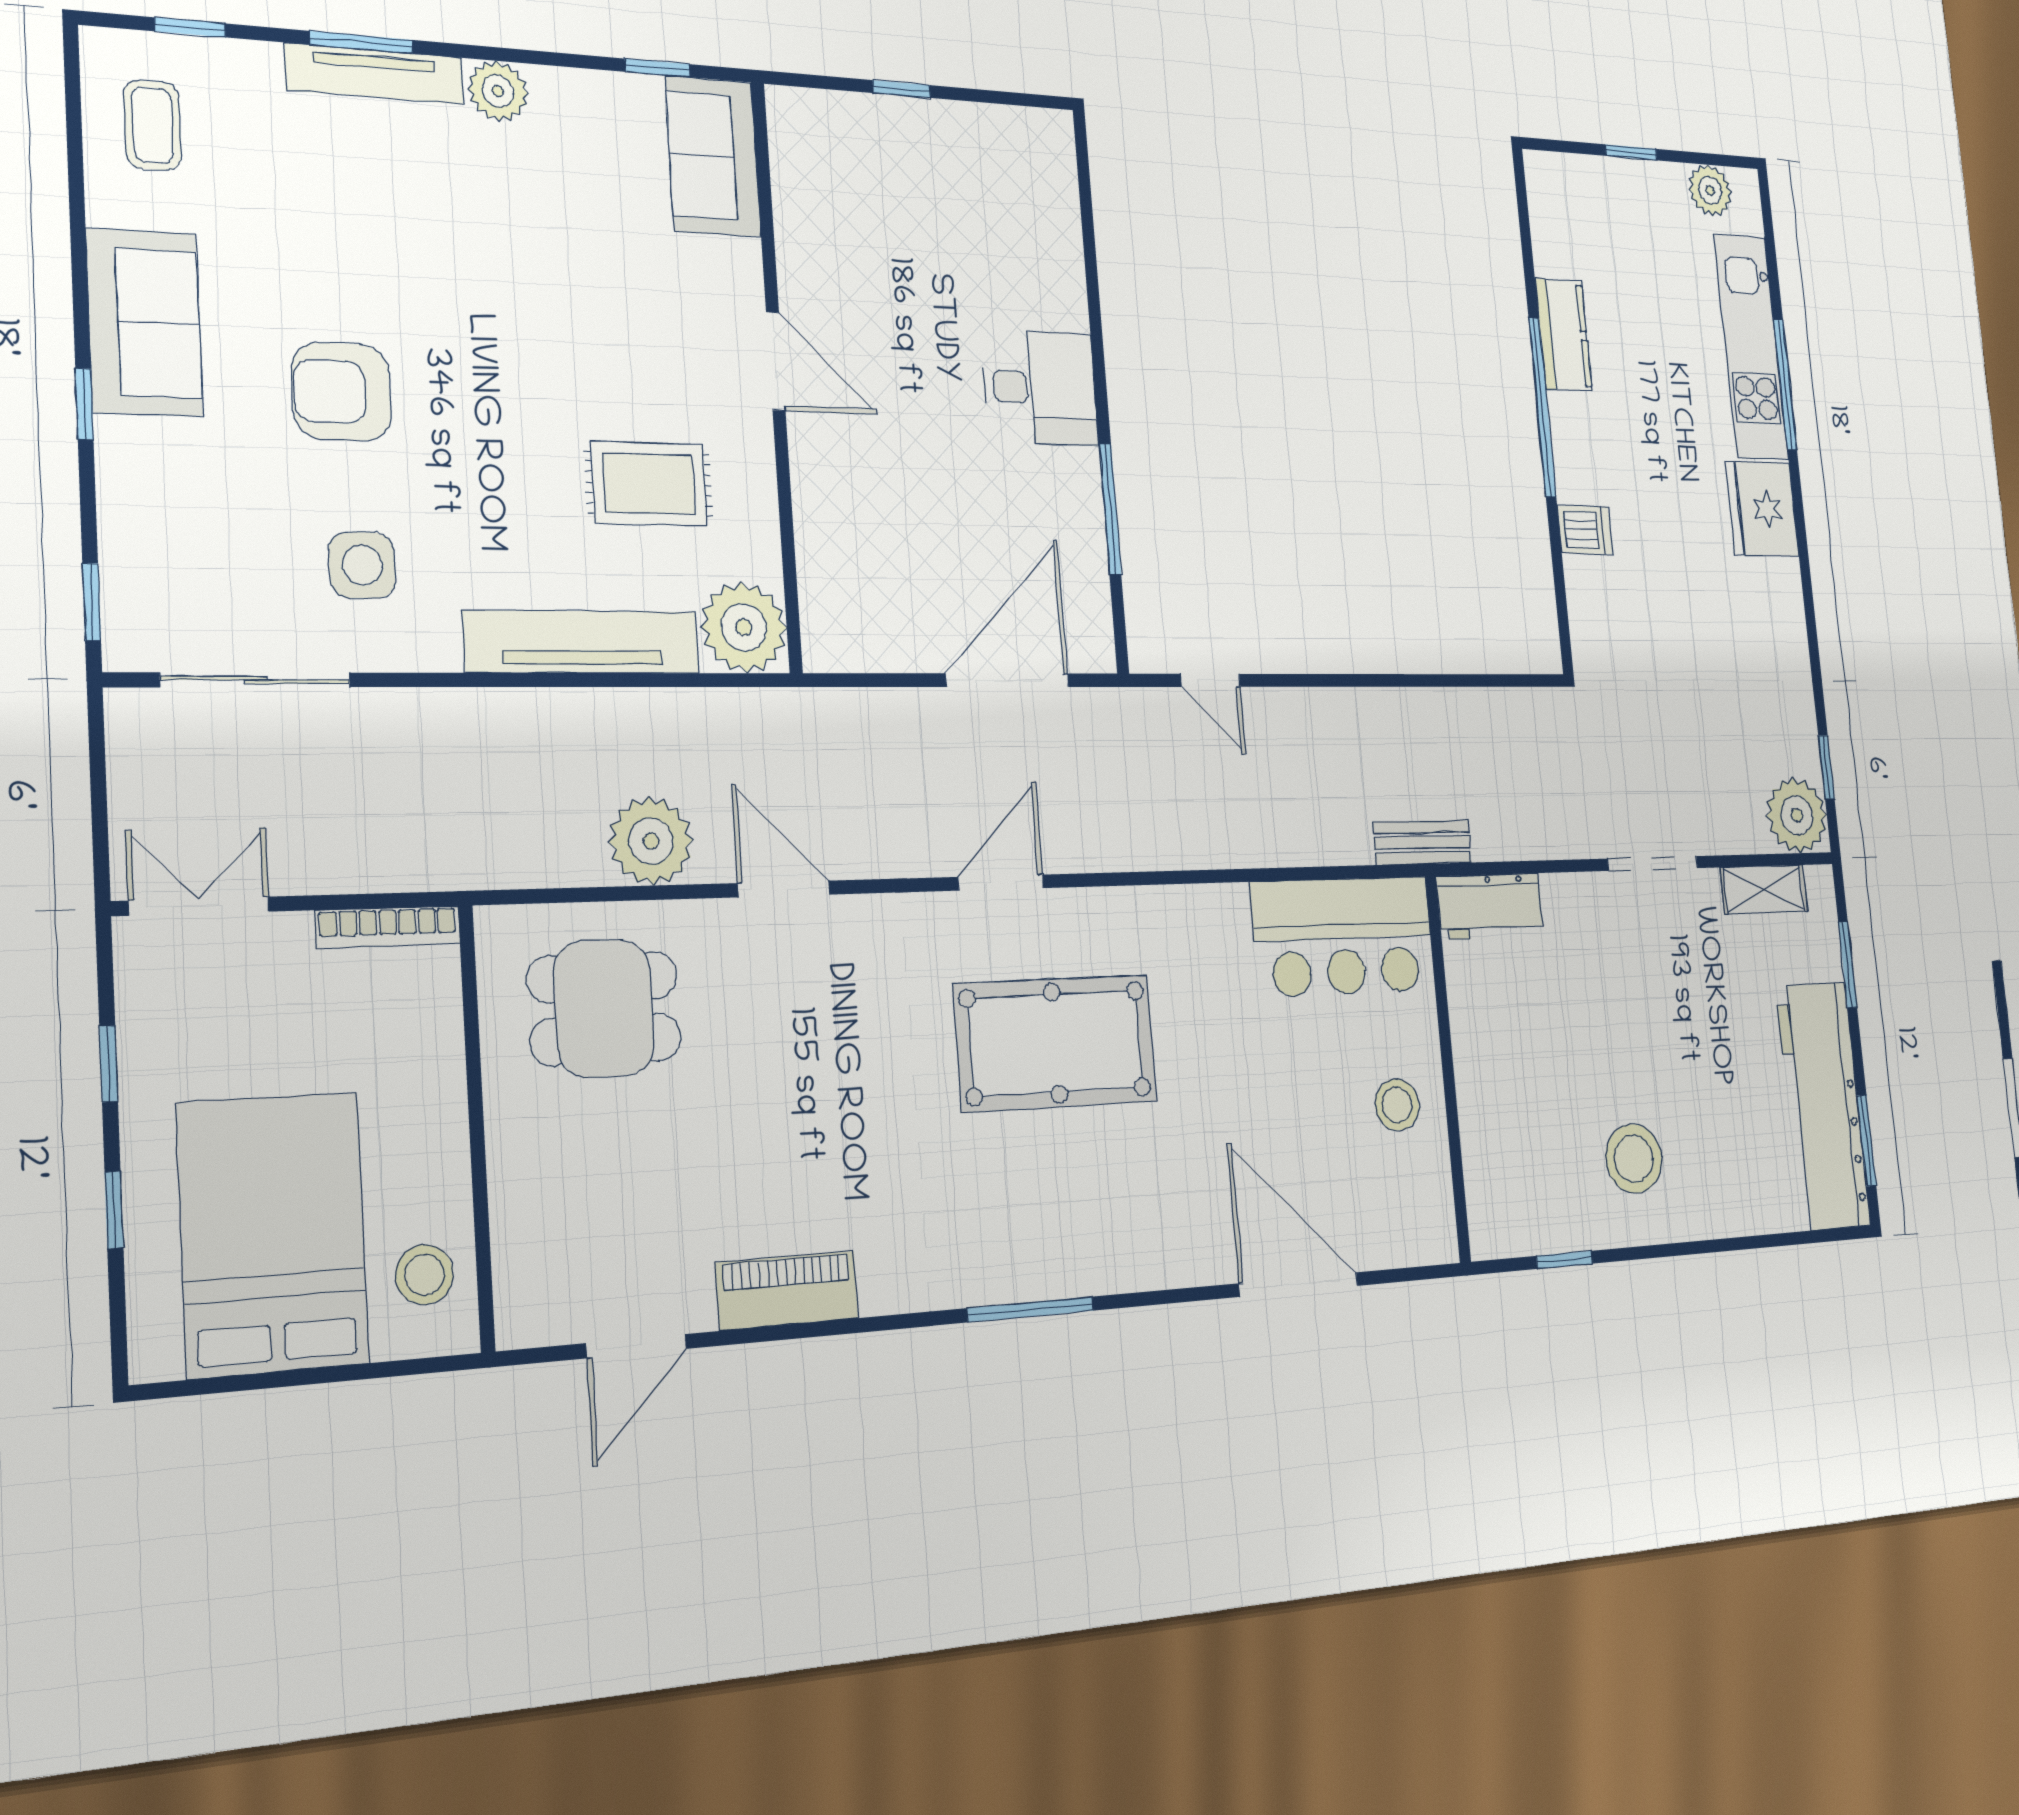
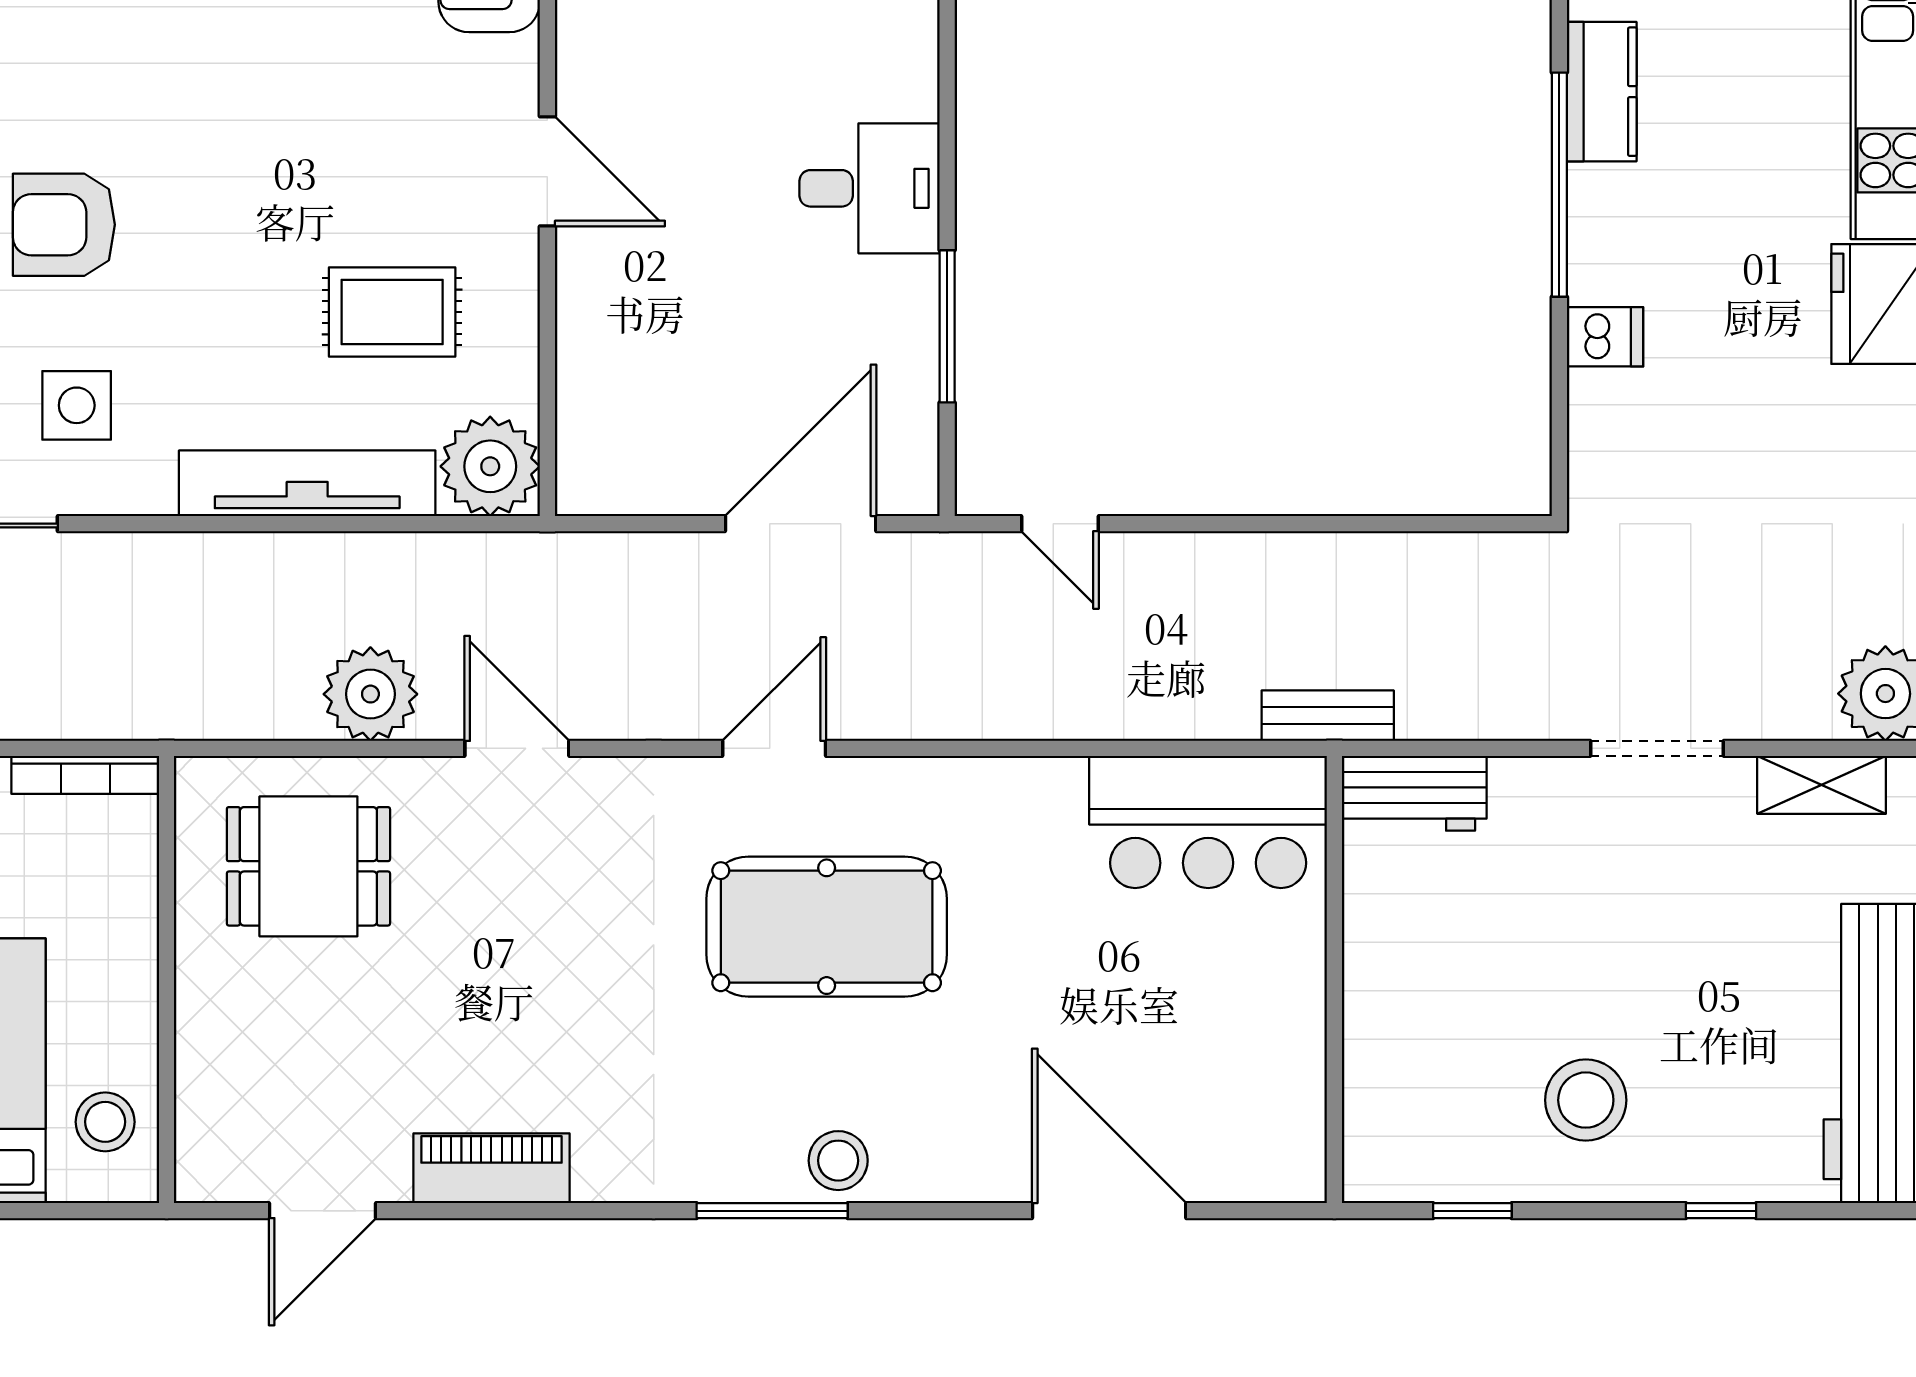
stool: (1397, 1105) -> (838, 1161), moved
window: (1734, 1244) -> (1721, 1211), added

